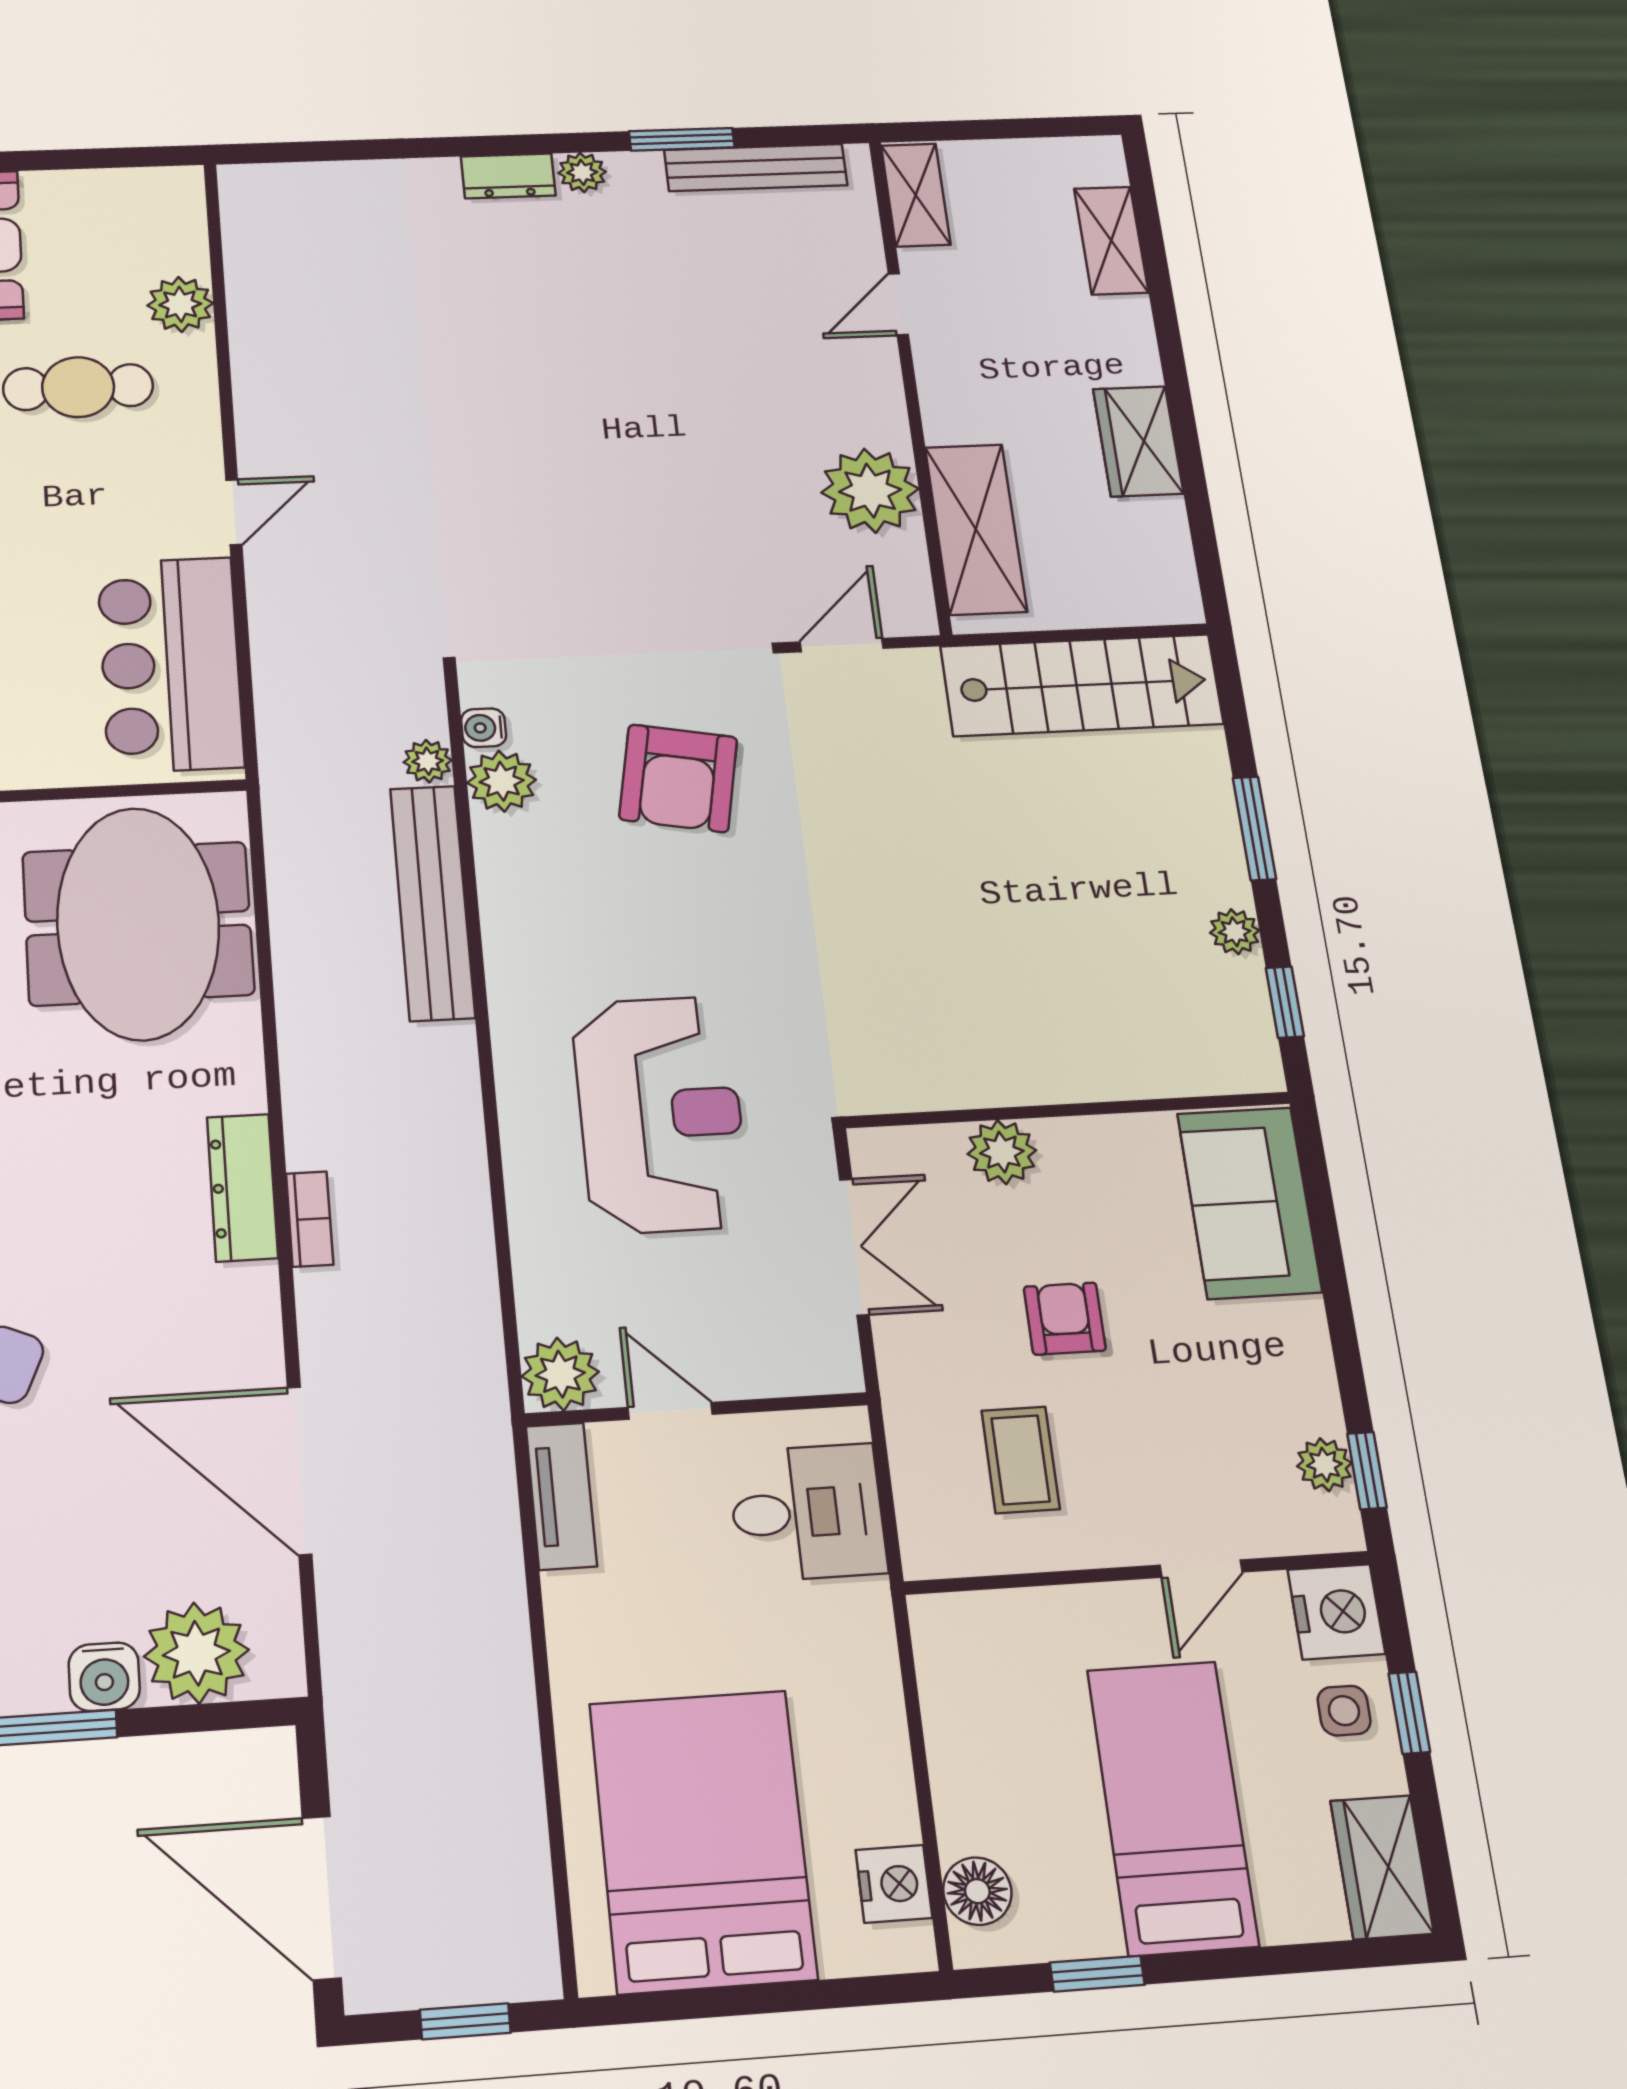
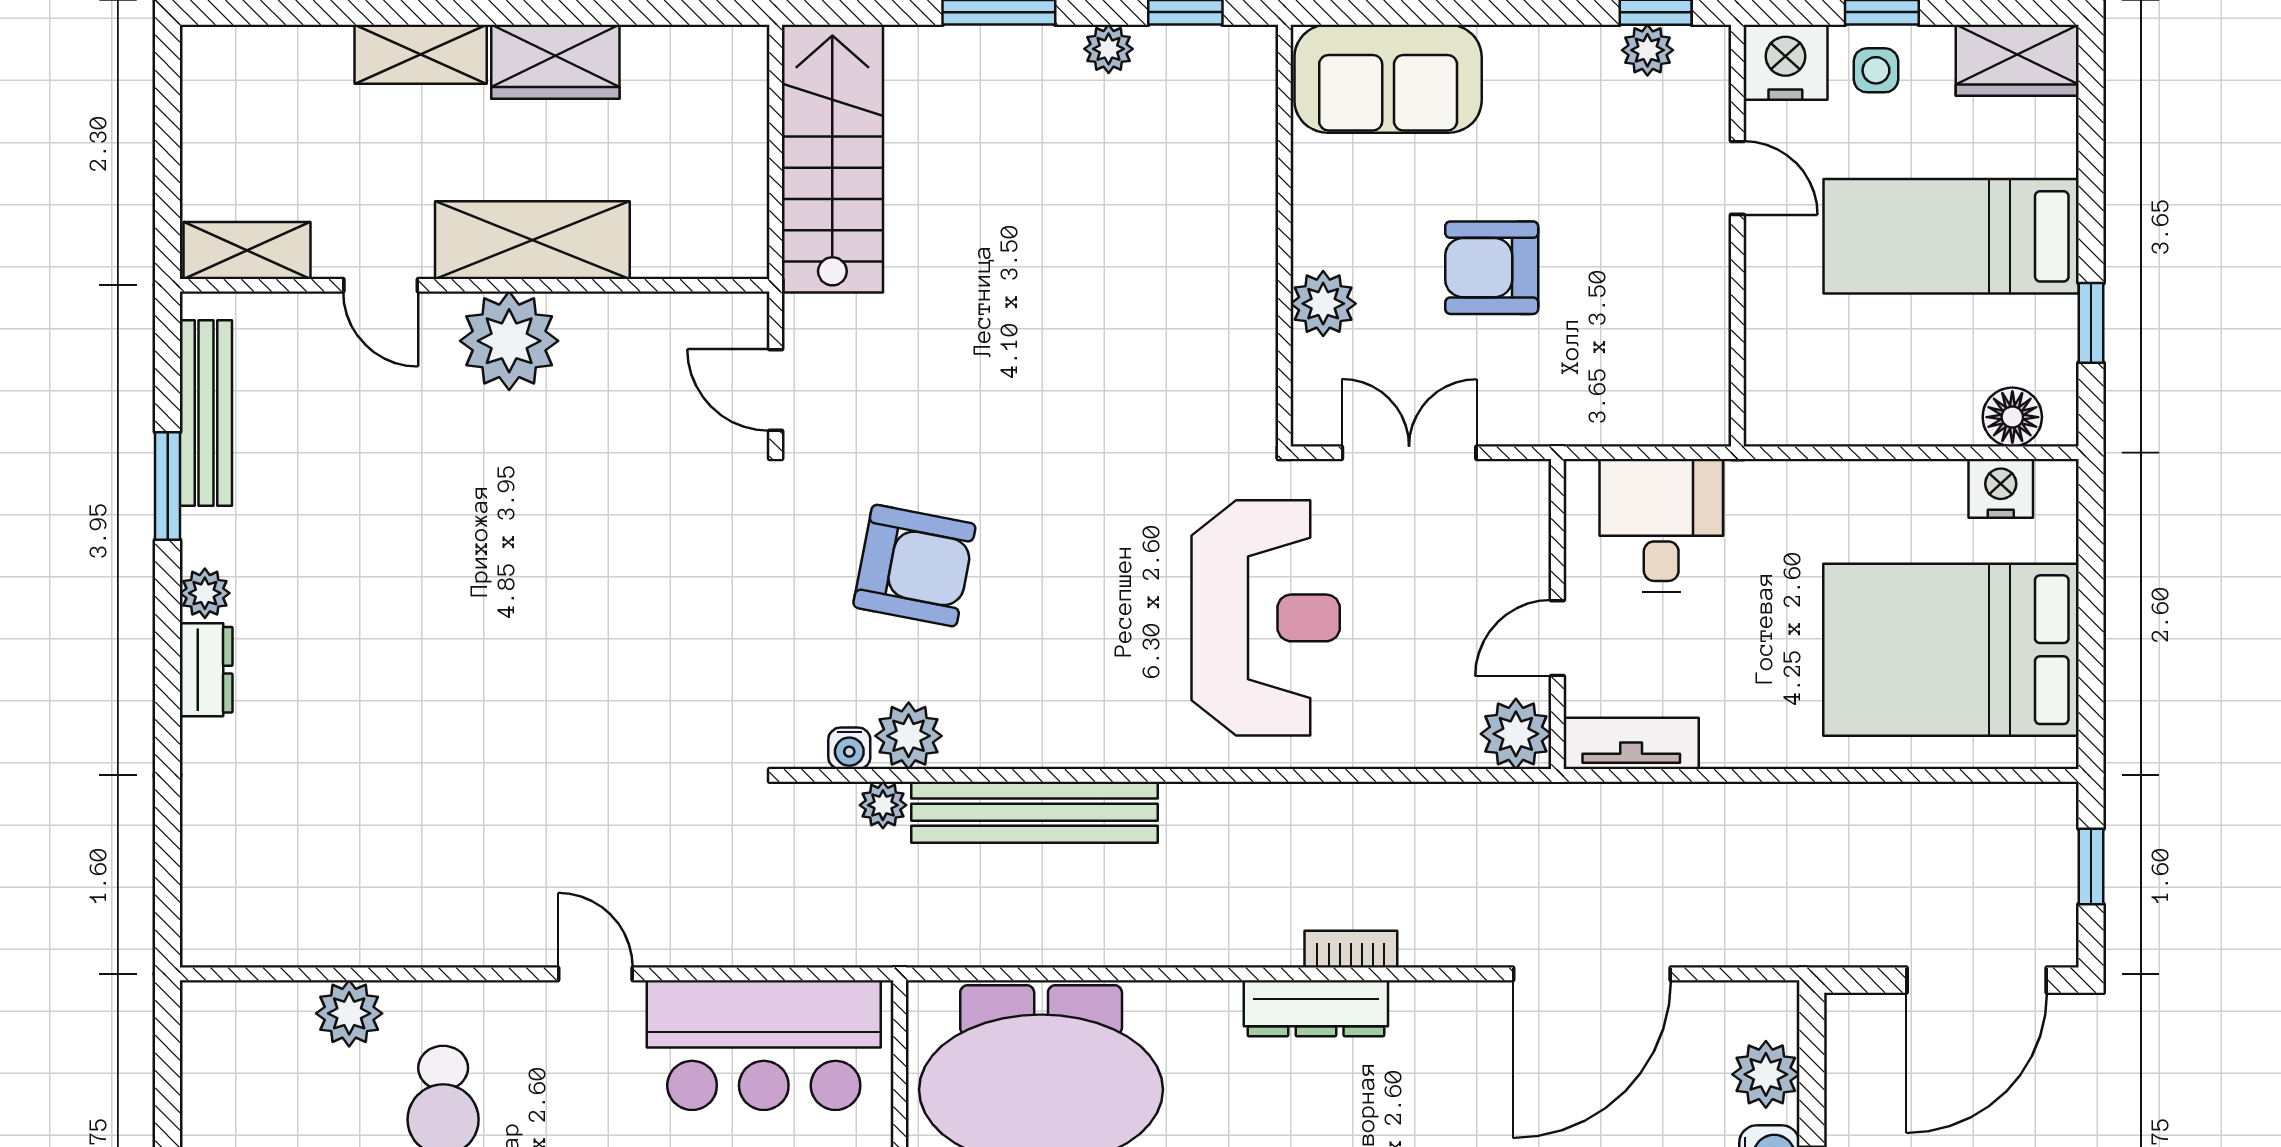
shelving: (1111, 240) -> (421, 54), moved
plant: (870, 491) -> (509, 341), moved
shelving: (976, 529) -> (532, 240), moved
reception desk: (660, 1114) -> (1266, 618), turned 90
armchair: (1065, 1319) -> (1492, 268), width x1.38, depth x1.38
coffee table: (1021, 1460) -> (1625, 327), removed
plant: (196, 1653) -> (1766, 1074), width x0.73, depth x0.73

